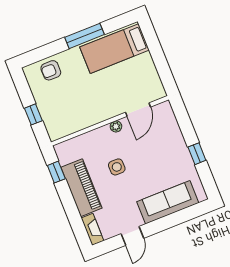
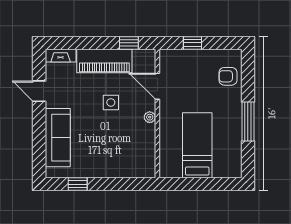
bed: (114, 49) -> (197, 145), moved
armchair: (51, 70) -> (228, 76), turned -90
door: (138, 110) -> (157, 86), moved
window: (197, 154) -> (78, 184), moved

